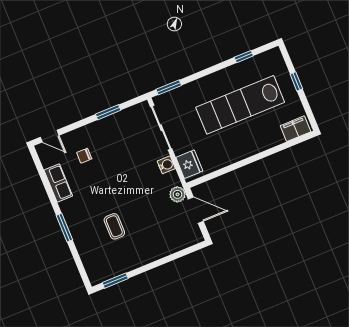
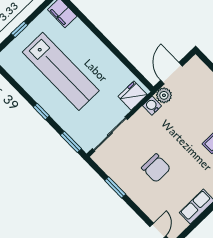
window: (244, 57) -> (41, 111), moved
chair: (84, 156) -> (156, 168), moved, width x1.87, depth x1.87
water cooler: (166, 165) -> (152, 106), moved

